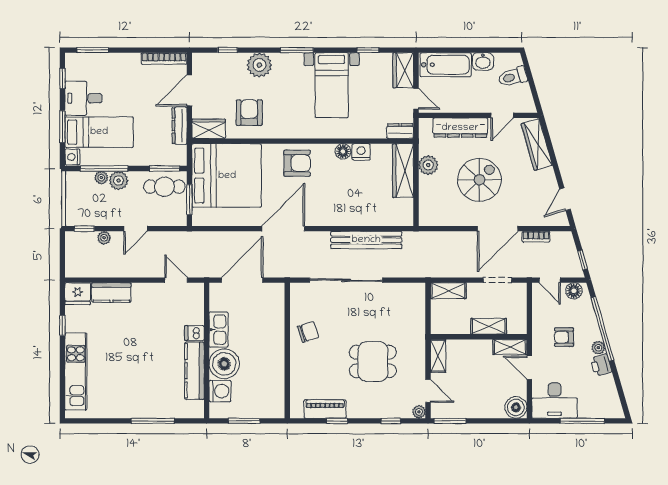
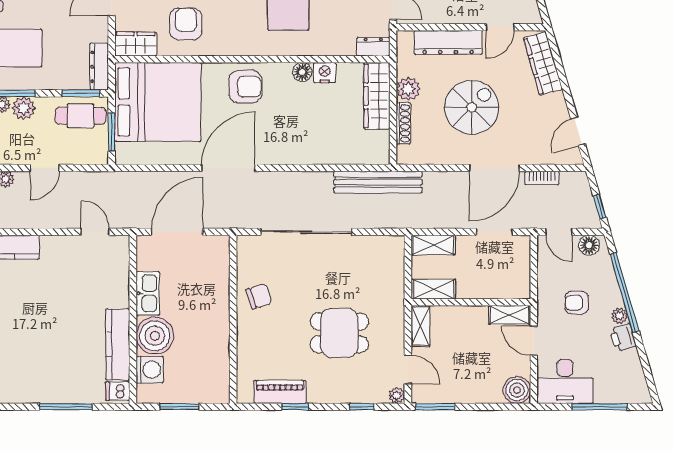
dresser: (179, 126) -> (99, 67), moved
shoe rack: (424, 193) -> (403, 123), added
bench: (366, 240) -> (378, 182), moved
shelving: (489, 326) -> (434, 289), moved
dishwasher: (194, 333) -> (118, 391), moved

